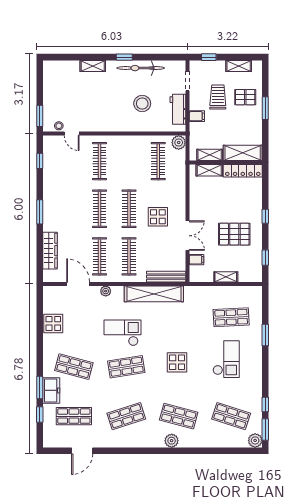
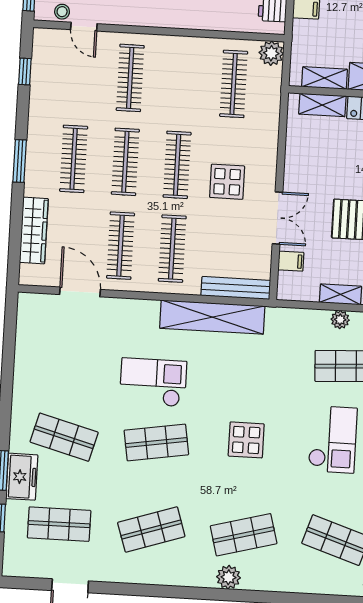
clothes rail: (70, 209) -> (74, 159), added
plant: (106, 291) -> (340, 320), moved
display table: (53, 323) -> (32, 359), removed
shop shelf: (179, 416) -> (244, 535), turned -30

